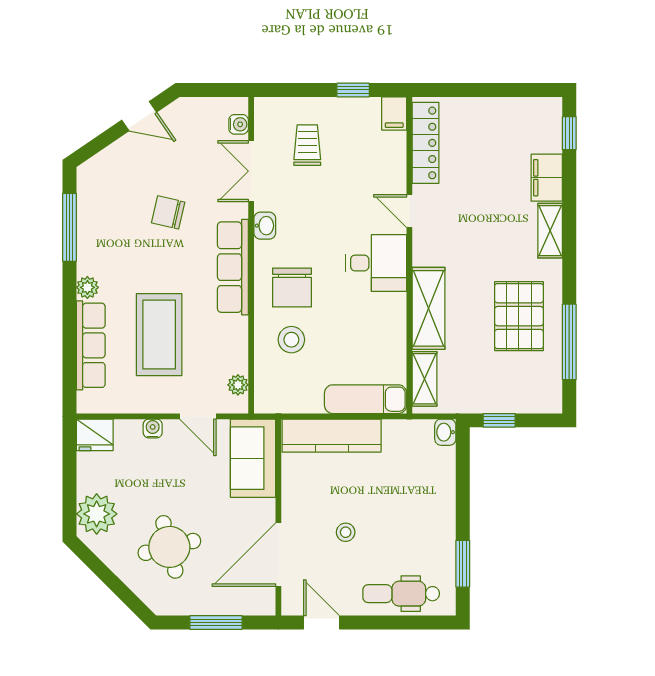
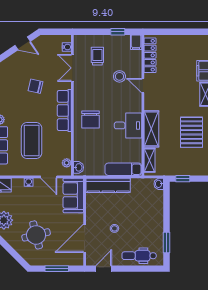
washbasin: (265, 226) -> (78, 167), moved
desk: (376, 263) -> (128, 125), moved
stool: (291, 340) -> (119, 76), moved
door: (322, 623) -> (104, 269), hinge flipped

